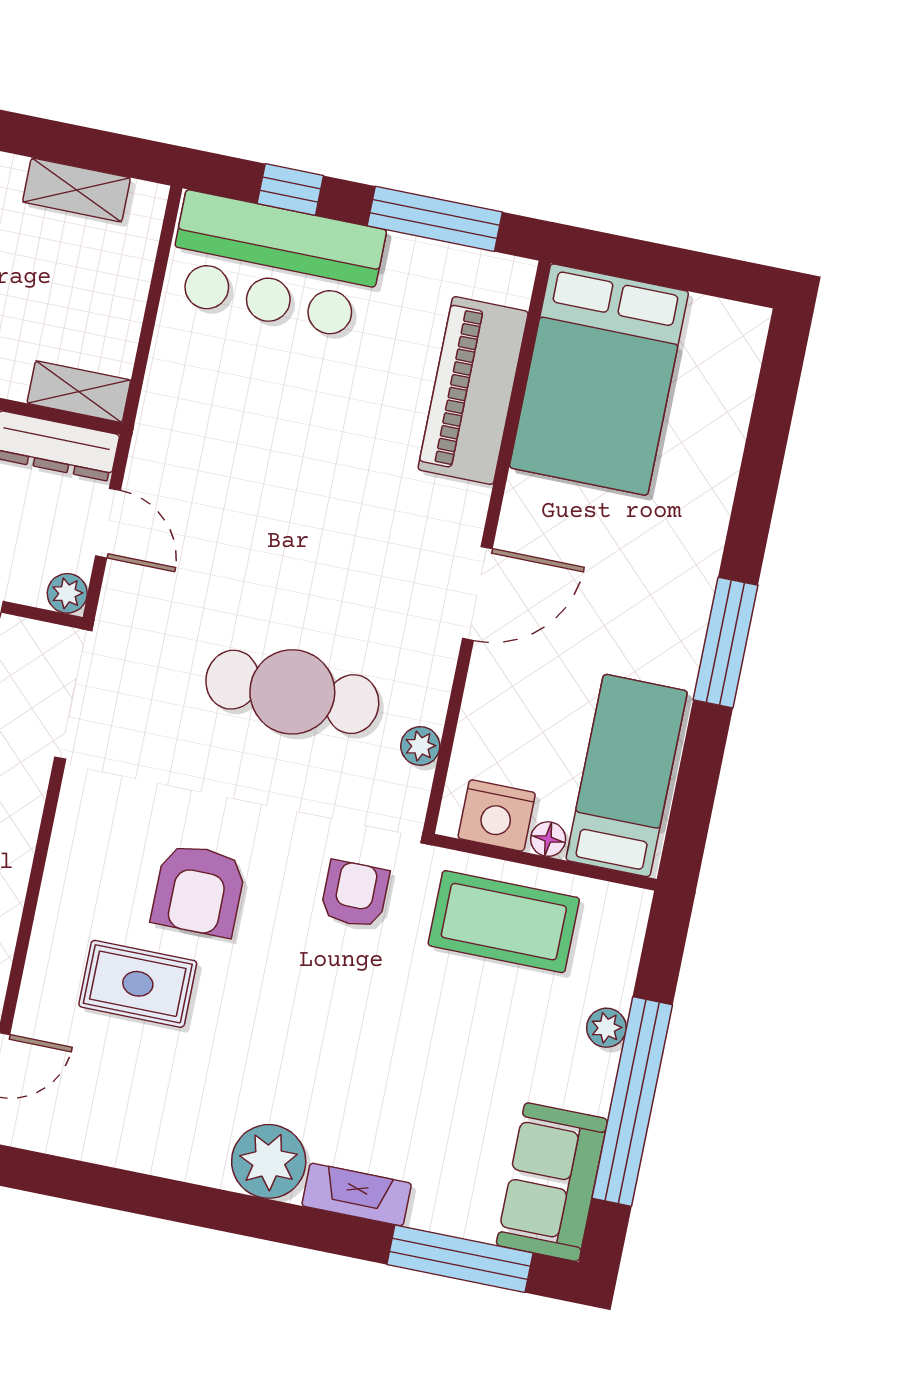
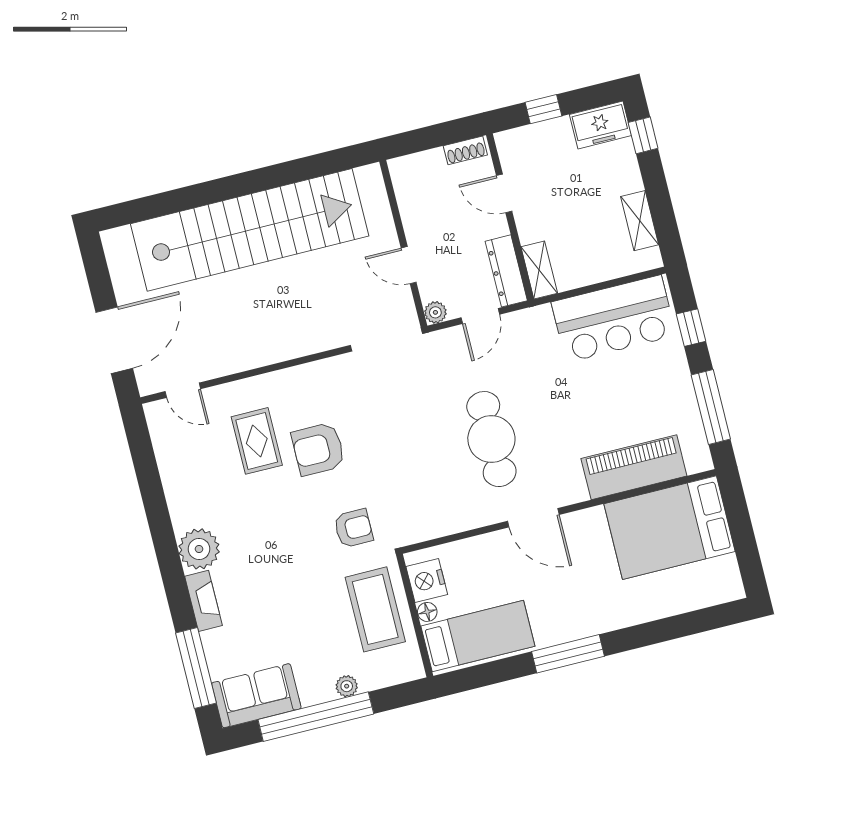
bar counter: (275, 265) -> (614, 319), moved, turned -90
cafe table: (292, 692) -> (491, 439), moved
plant: (420, 746) -> (443, 526), removed

